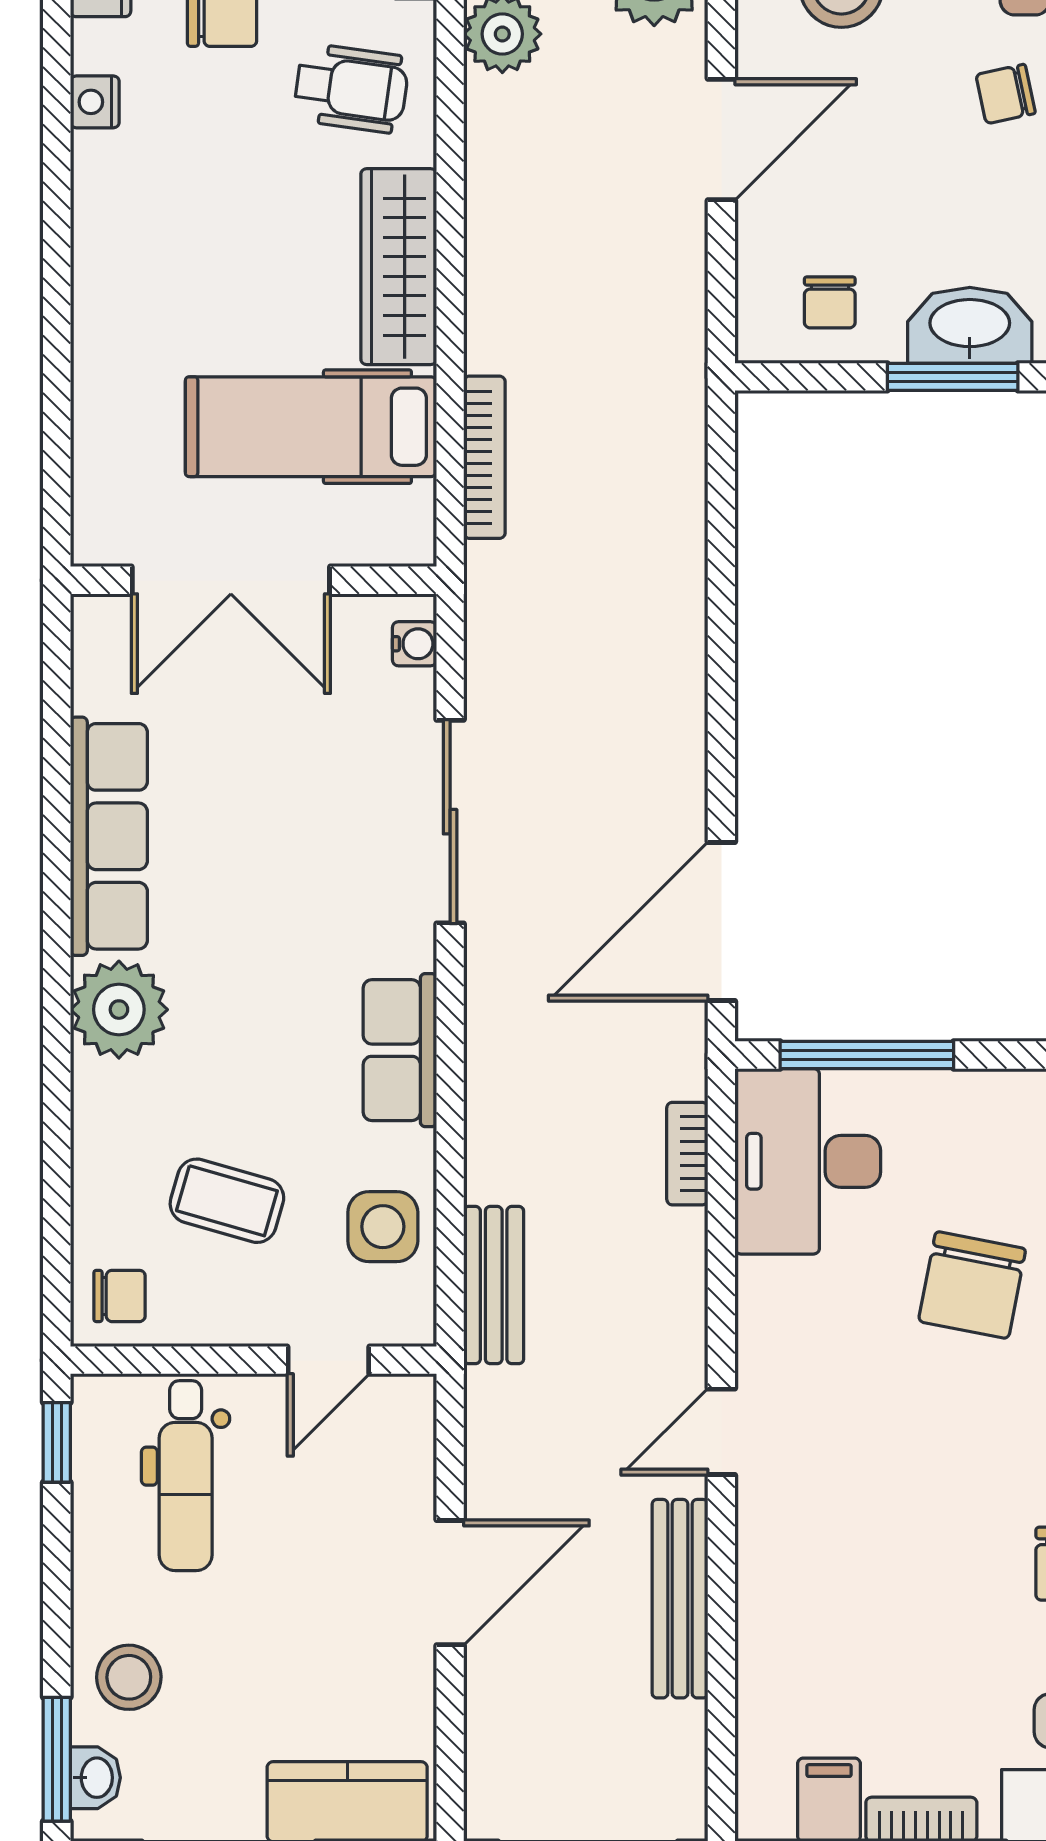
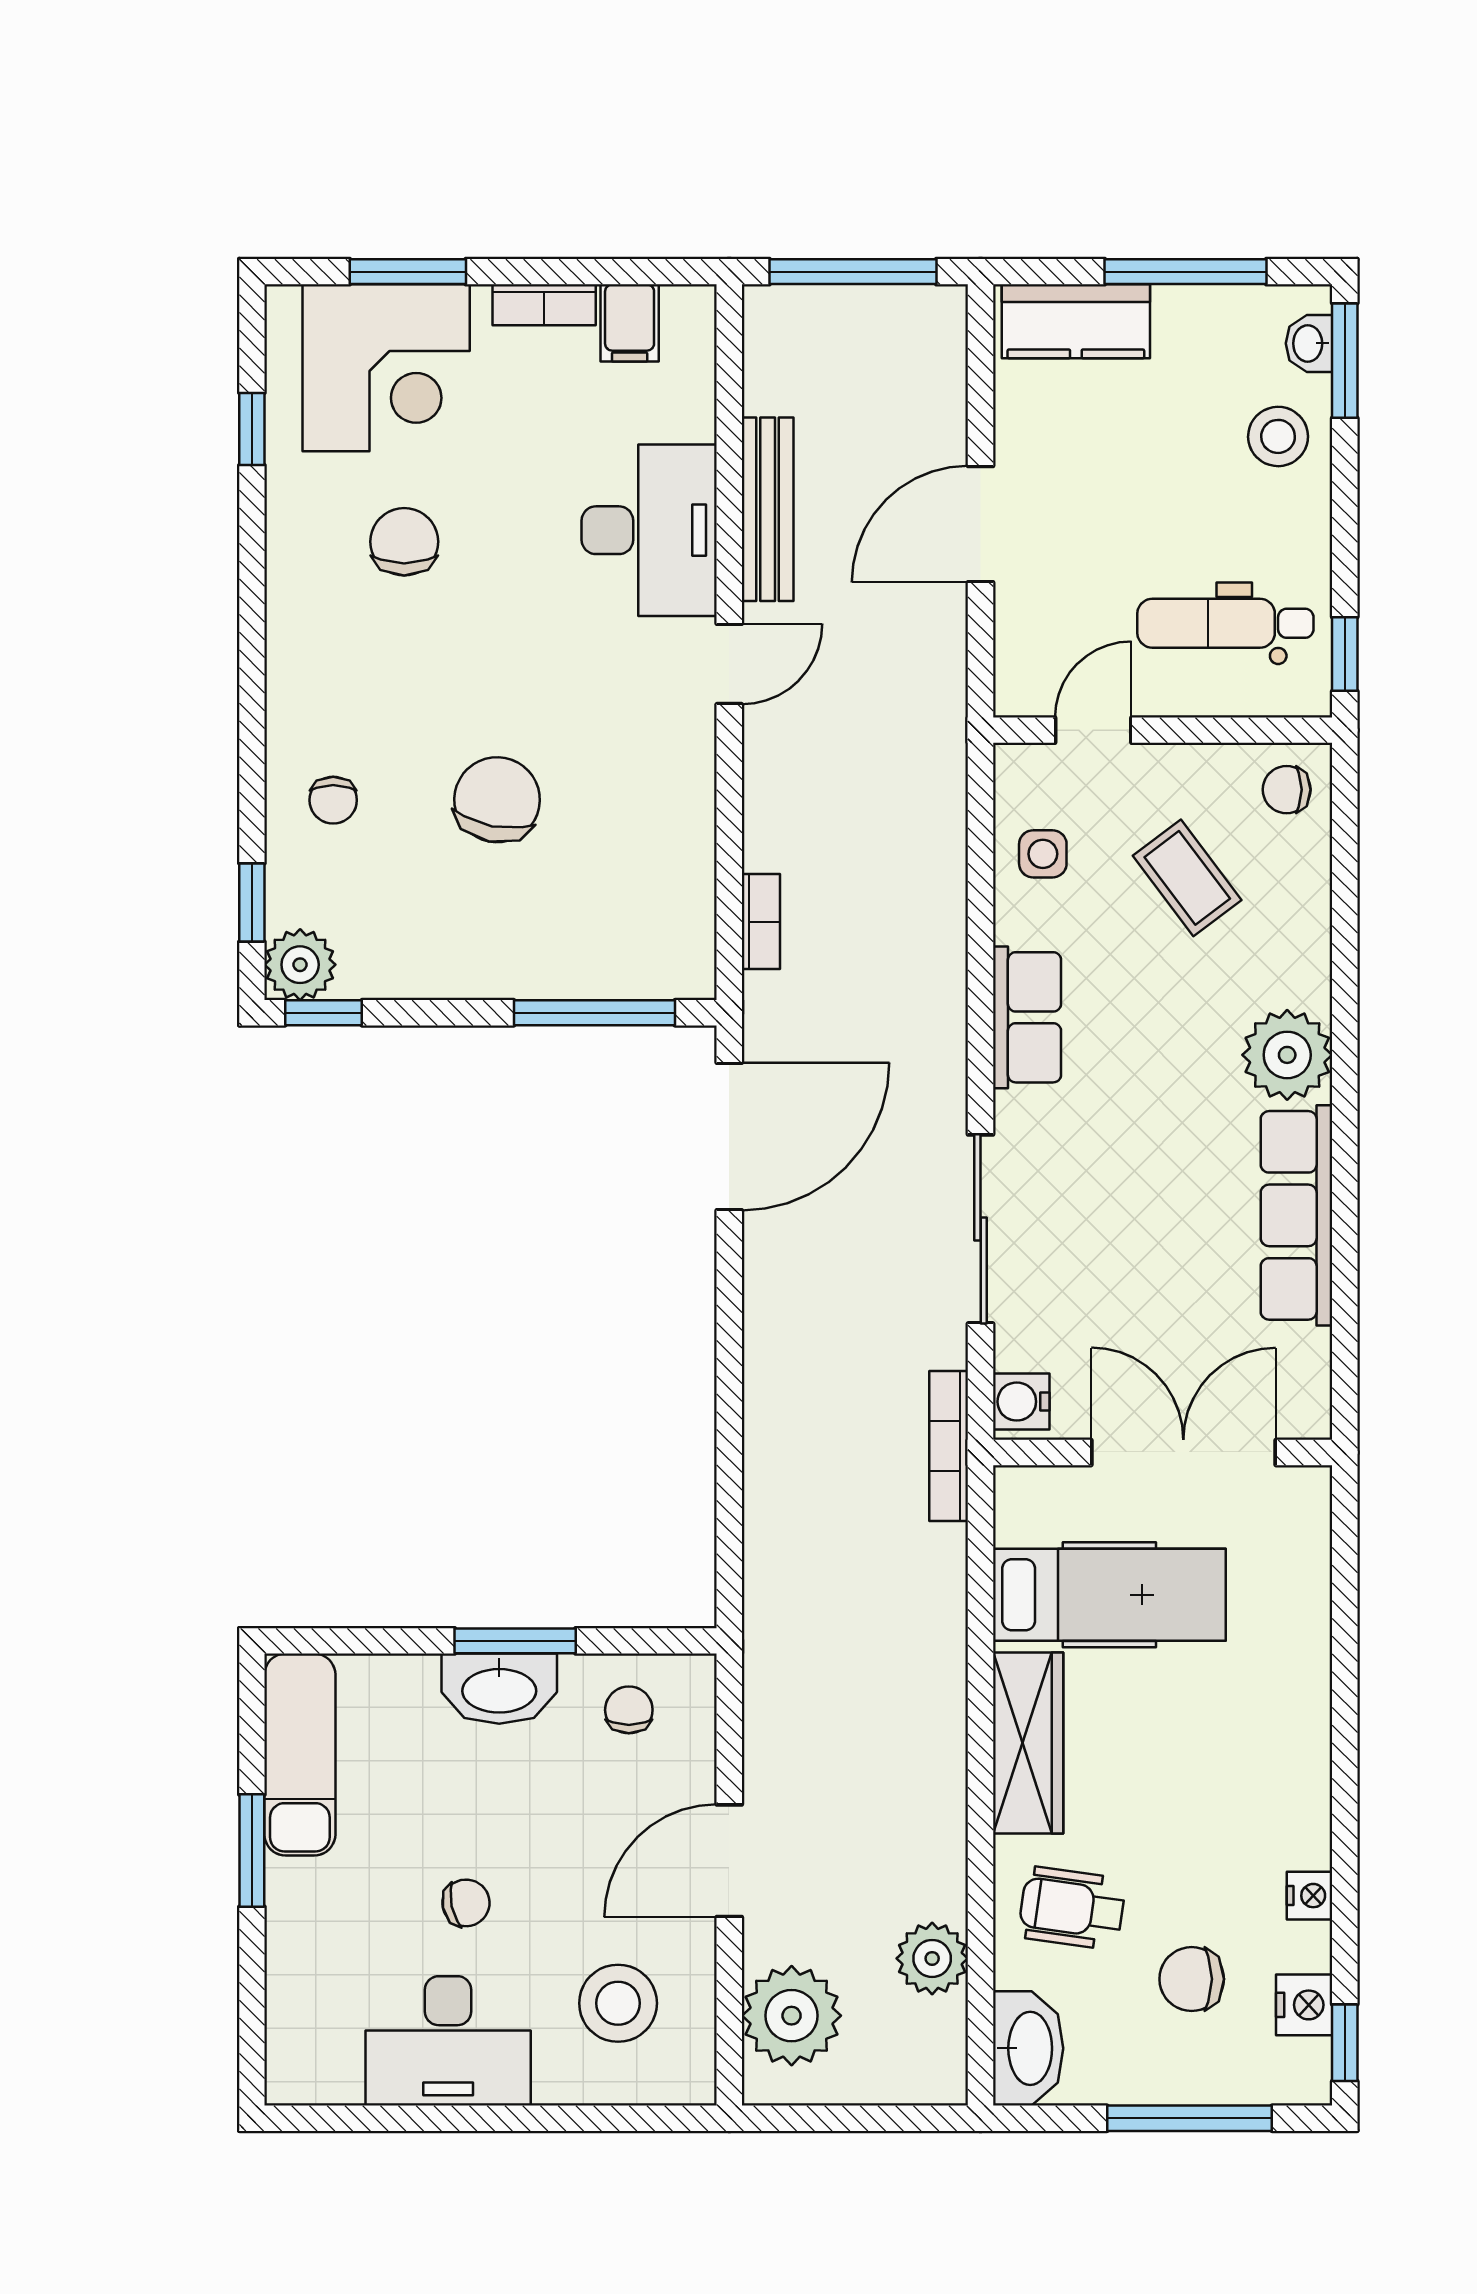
bookcase: (484, 457) -> (949, 1446), moved
water cooler: (414, 644) -> (1021, 1402), width x1.38, depth x1.38
desk: (808, 1161) -> (649, 530), moved
coffee table: (227, 1201) -> (1187, 878), turned 37
side table: (383, 1227) -> (1043, 854), width x0.73, depth x0.73
bench: (494, 1285) -> (940, 800), removed
dental chair: (186, 1476) -> (1225, 623), turned -90

